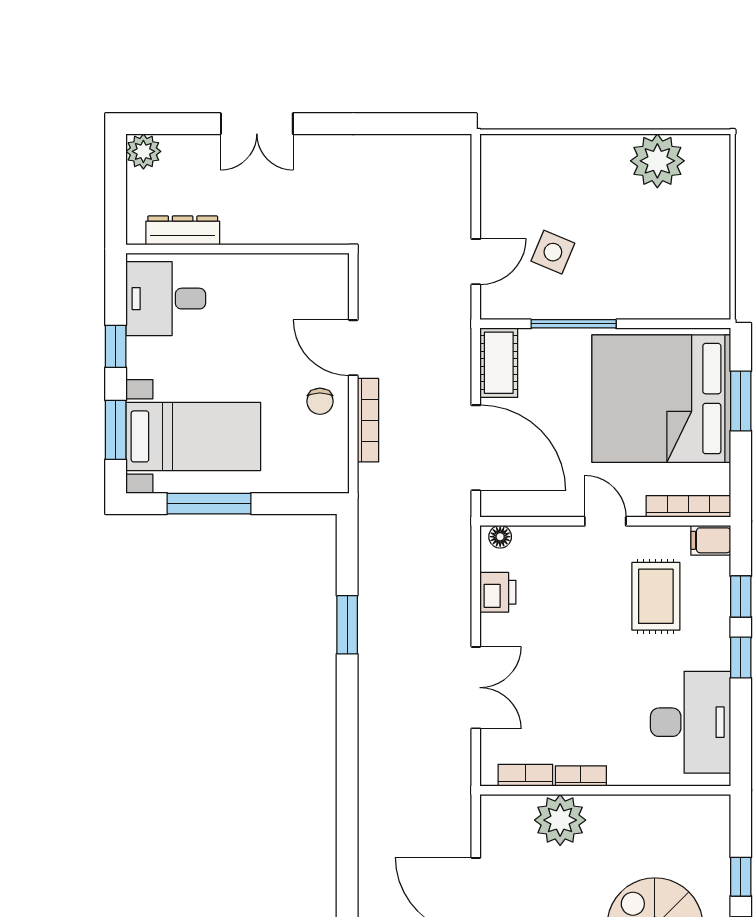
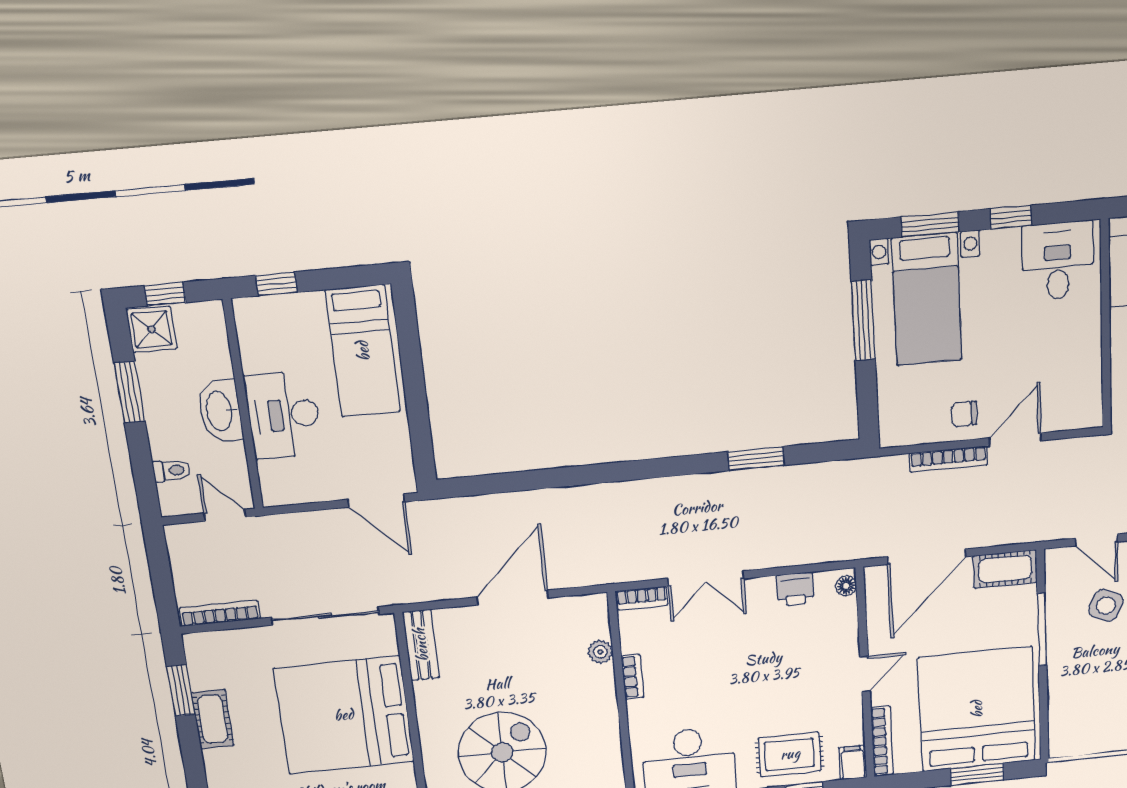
rug: (656, 596) -> (790, 754), moved
bookcase: (525, 775) -> (642, 598), moved, turned 90
plant: (560, 820) -> (600, 652), width x0.53, depth x0.53

